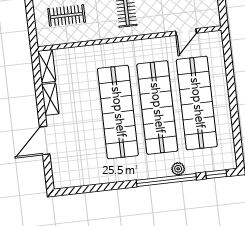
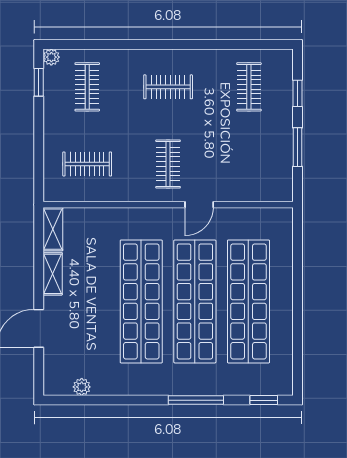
door: (186, 32) -> (199, 205), moved
plant: (178, 169) -> (82, 387), moved
window: (166, 180) -> (196, 400), width x0.68

